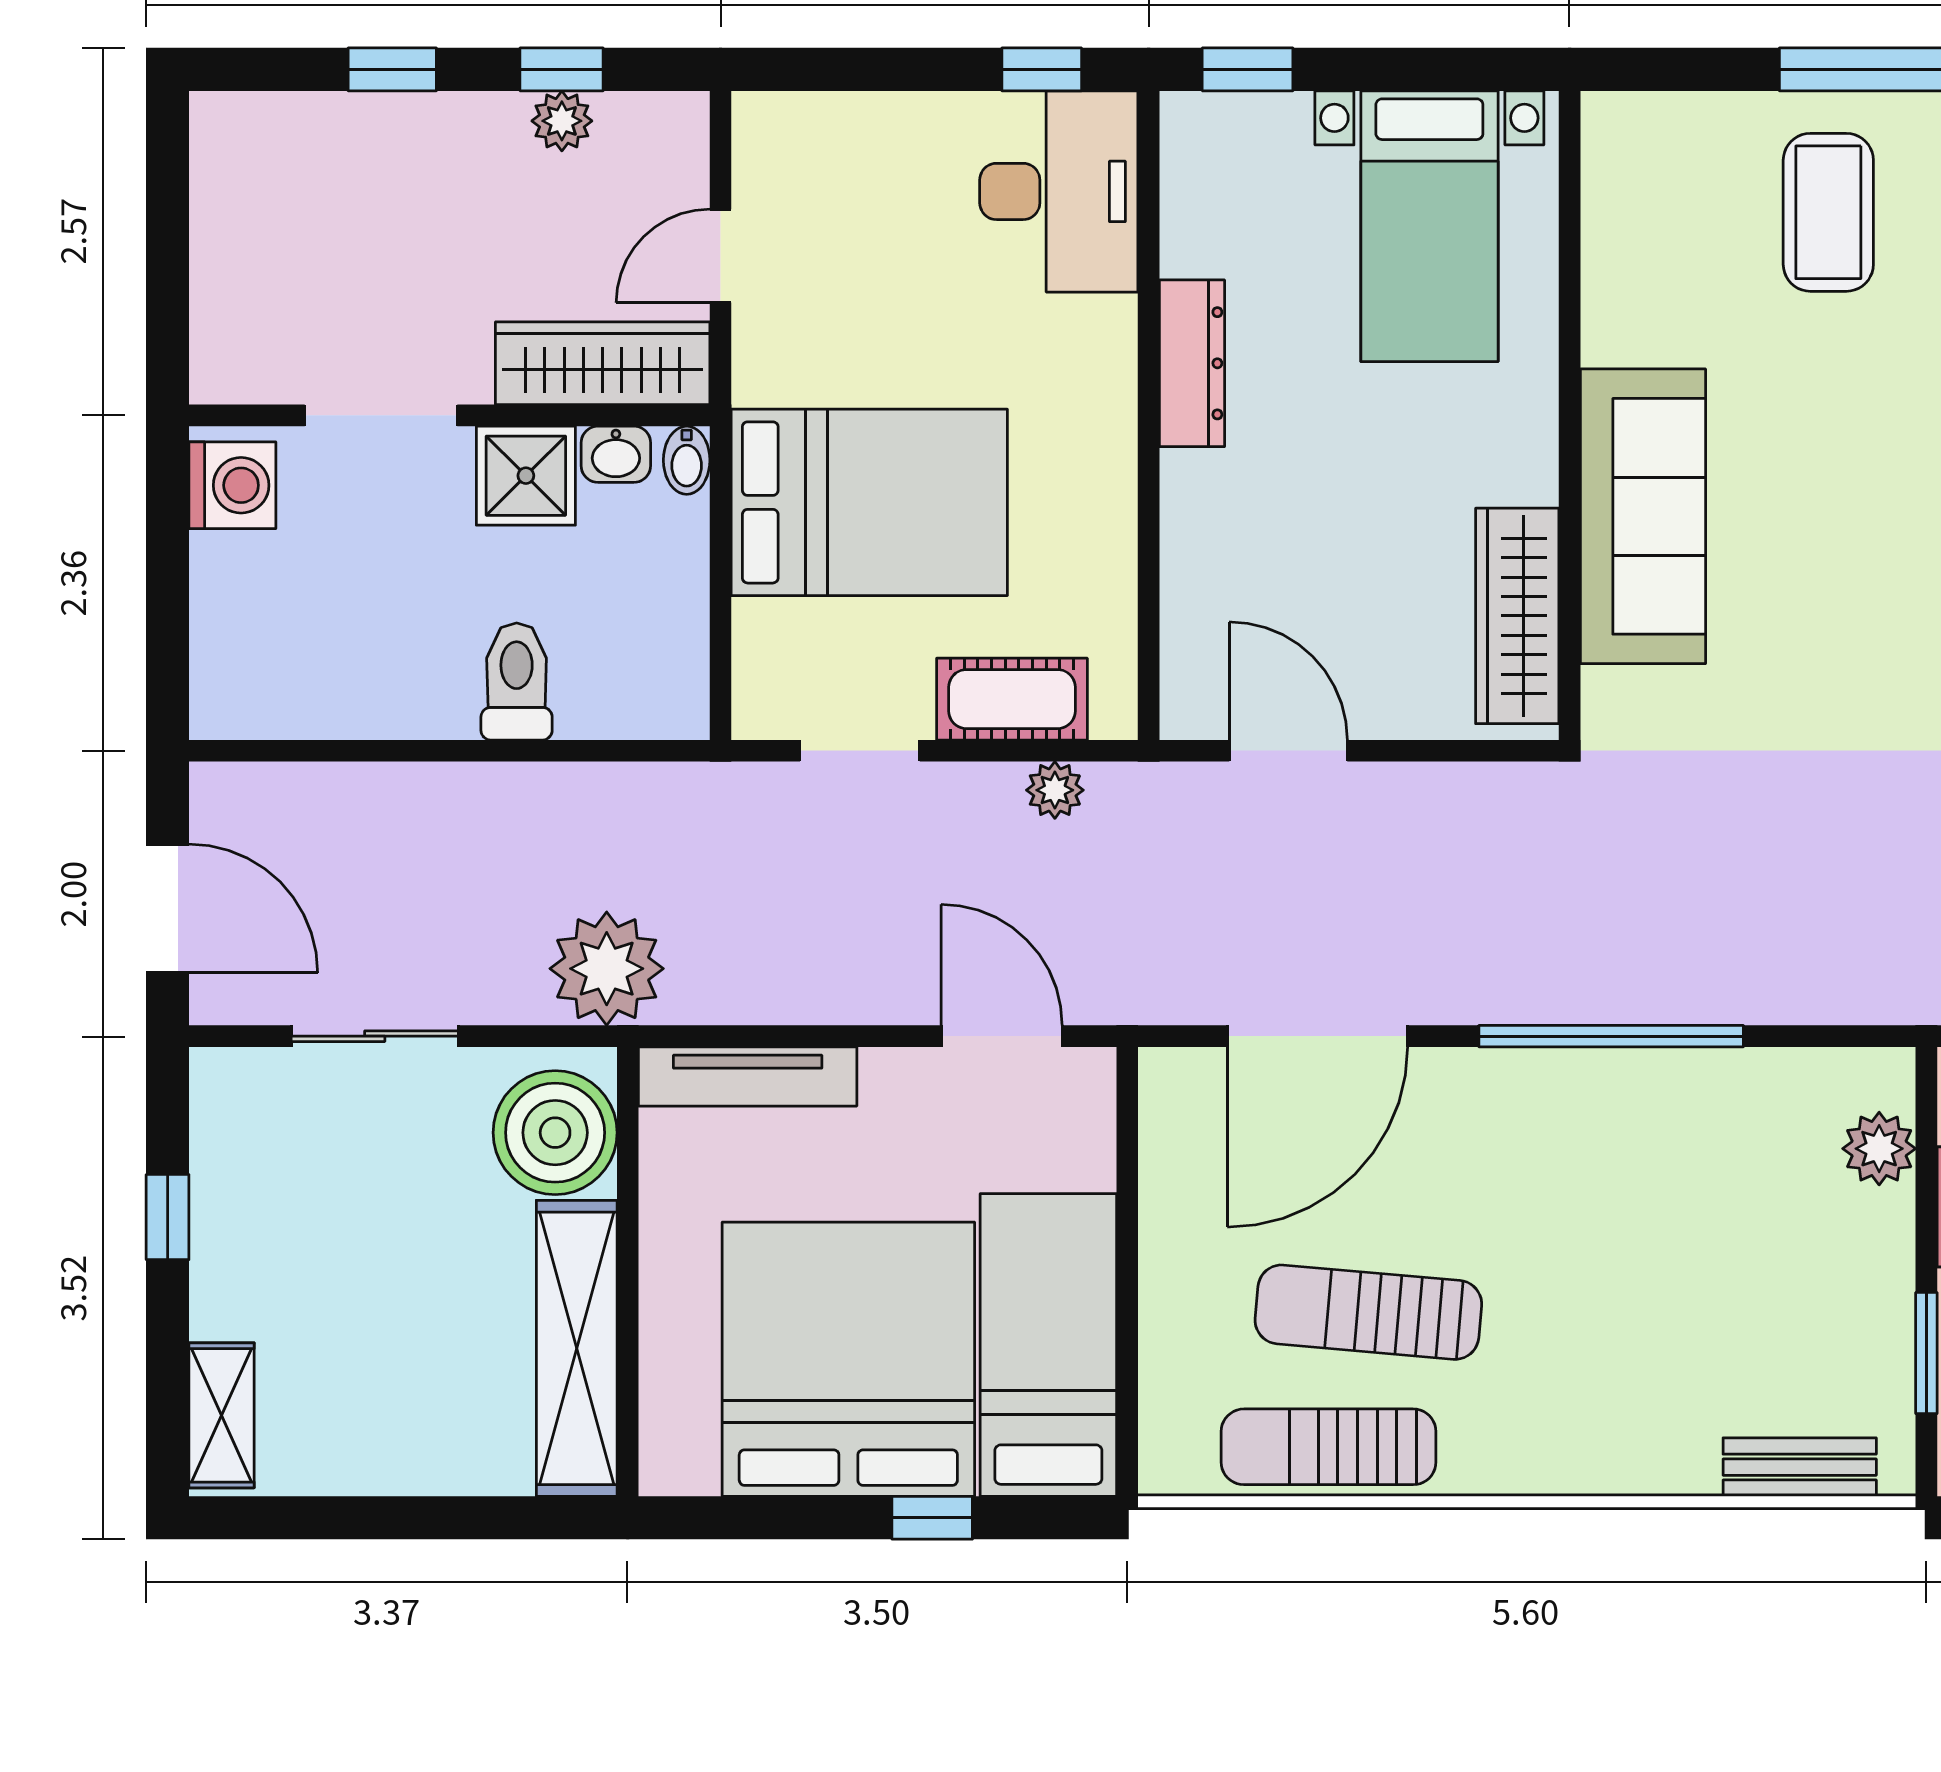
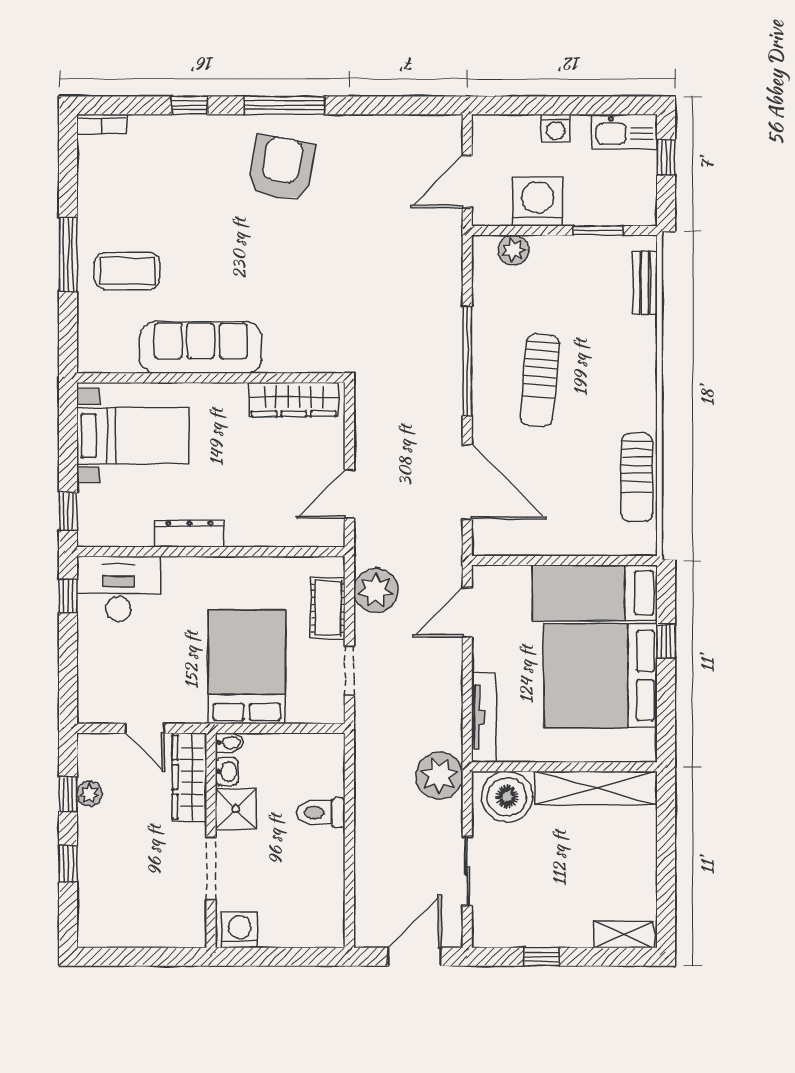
sofa: (1643, 516) -> (201, 348), moved
plant: (1055, 790) -> (376, 590), width x1.87, depth x1.87
sun lounger: (1368, 1312) -> (540, 380), moved

